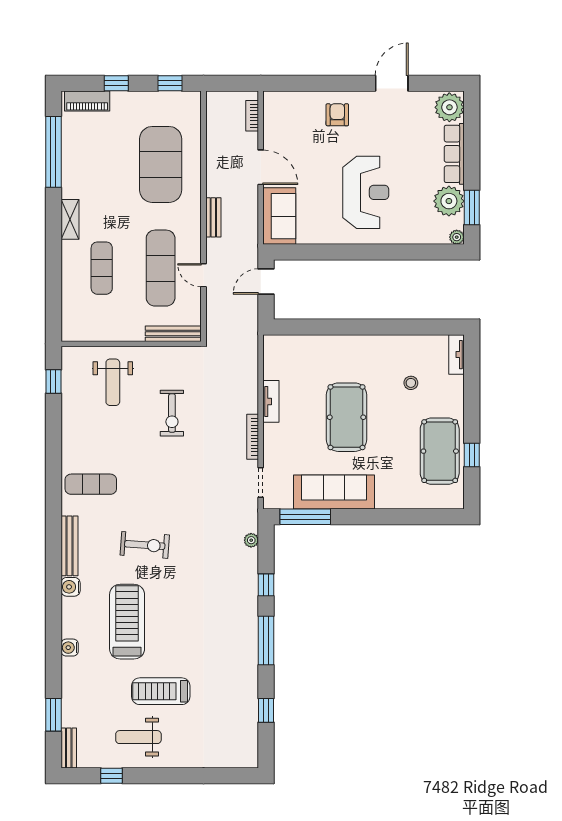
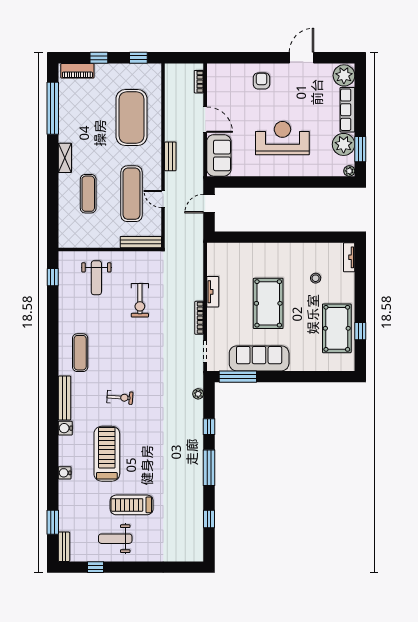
reception desk: (366, 192) -> (282, 138), turned -90
exercise mat: (91, 484) -> (80, 353), turned 90
exercise bike: (145, 545) -> (120, 397), width x0.73, depth x0.72

